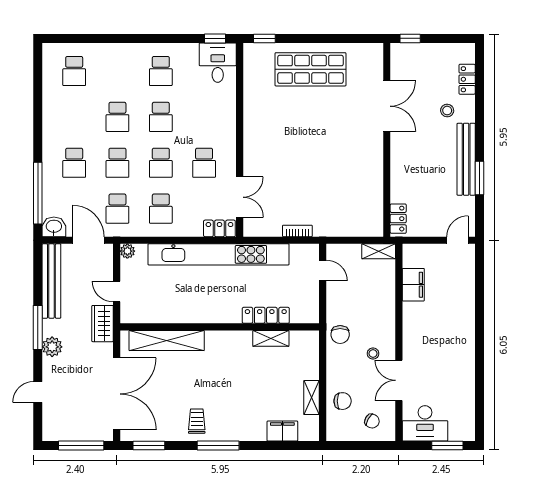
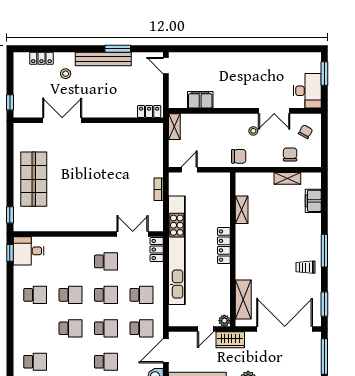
plant: (127, 251) -> (224, 321), moved
locker: (266, 315) -> (224, 246), moved
shelving: (167, 341) -> (243, 300), width x0.68

